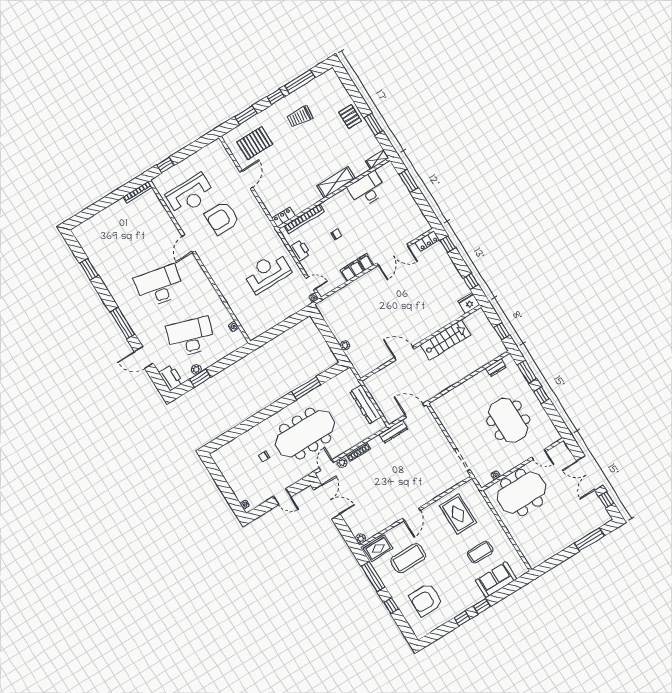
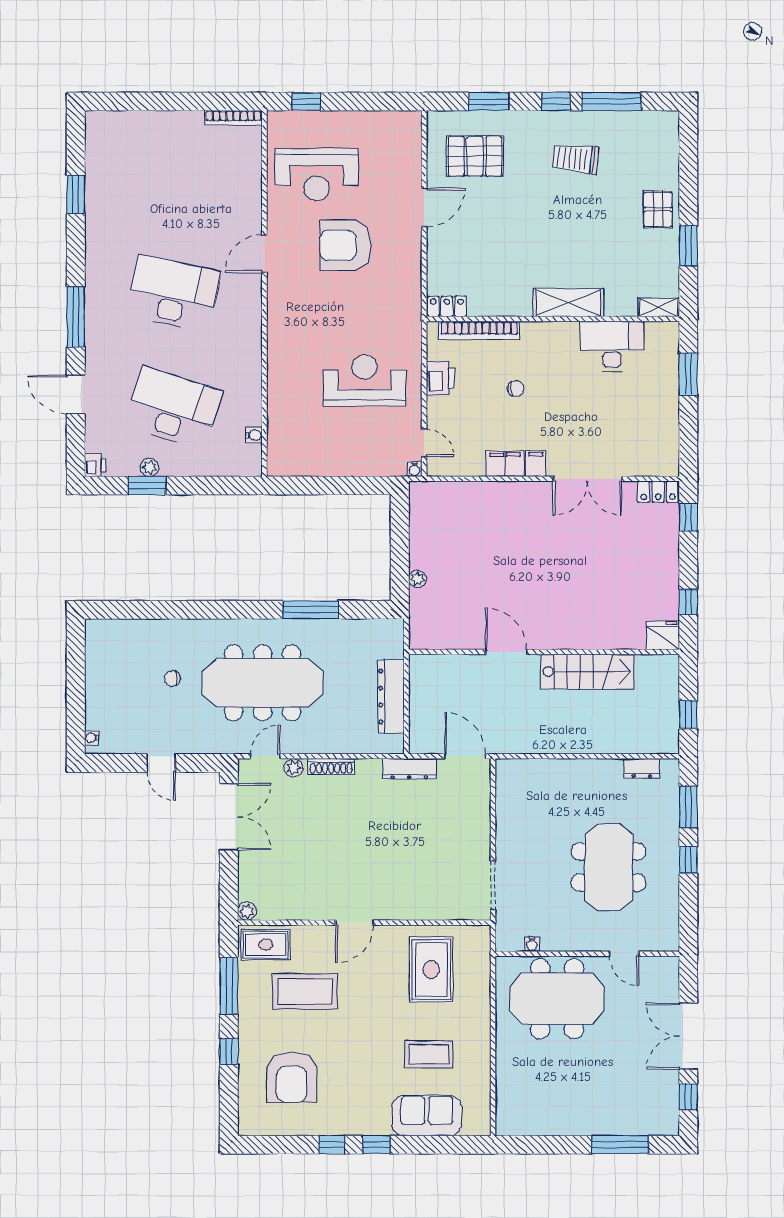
printer: (171, 378) -> (95, 465), width x0.53, depth x0.68
armchair: (426, 600) -> (292, 1077), turned -90

